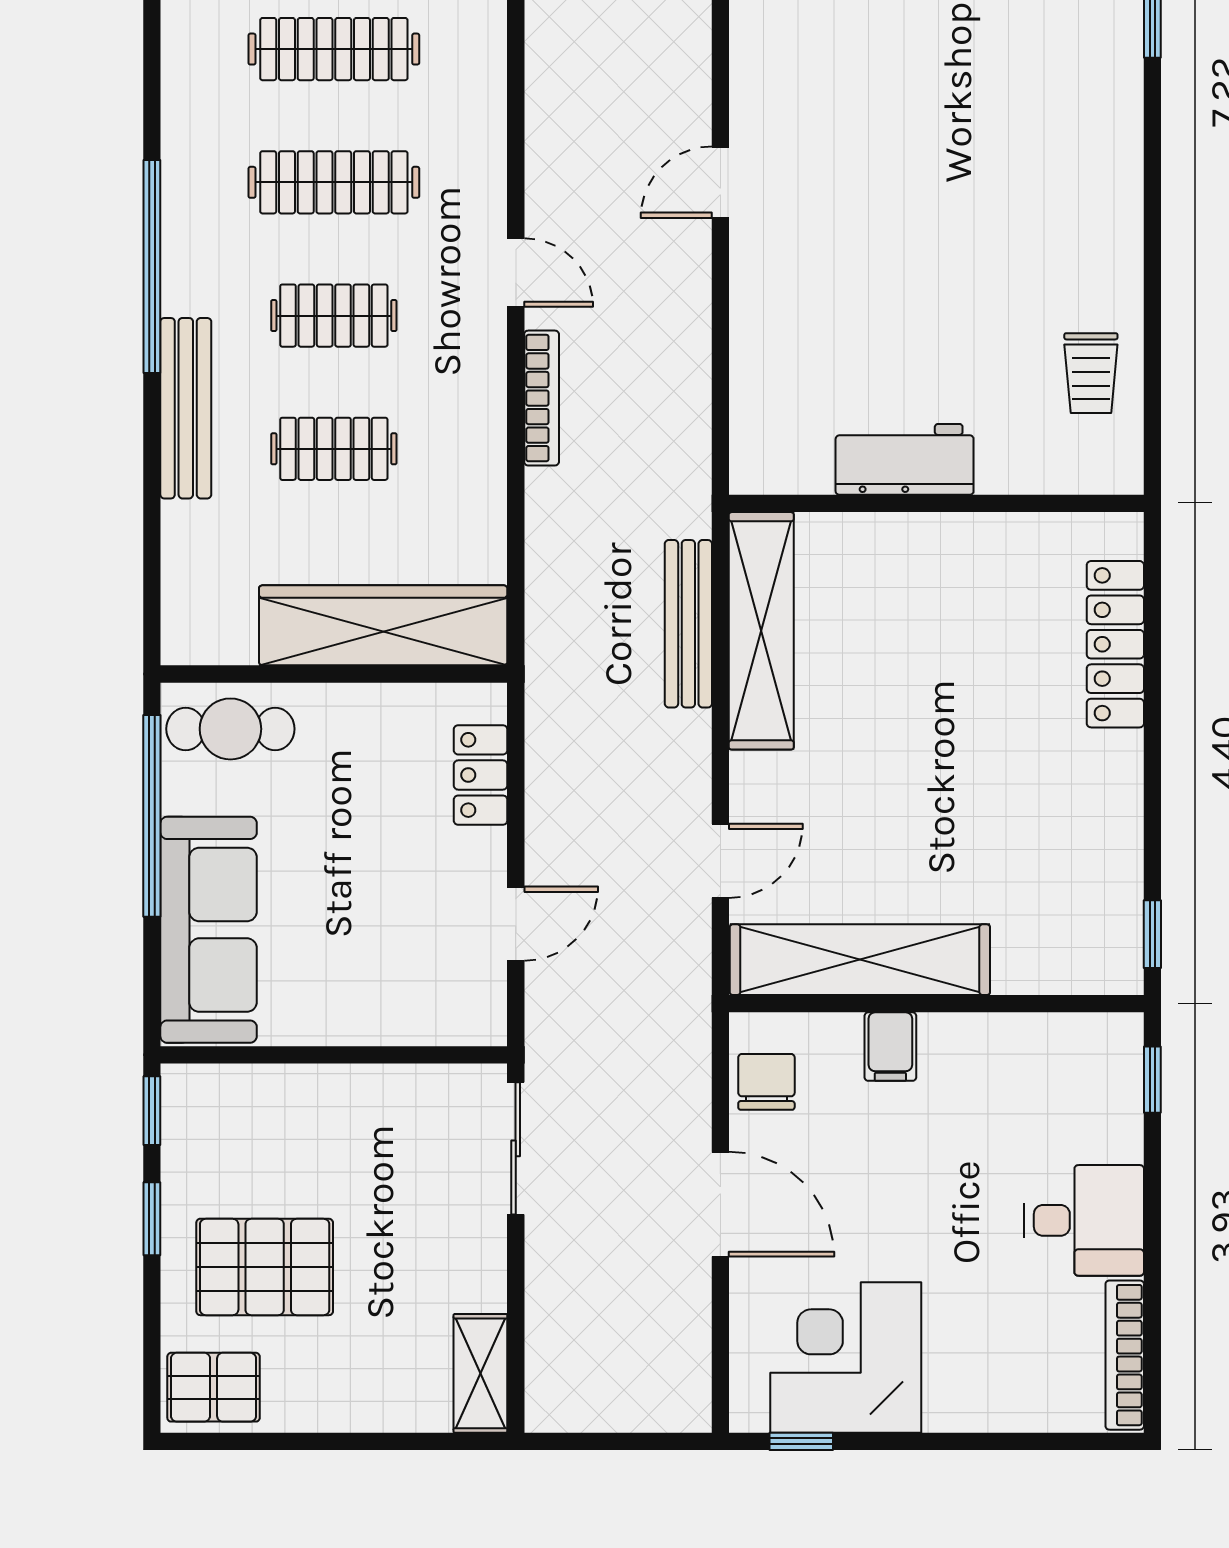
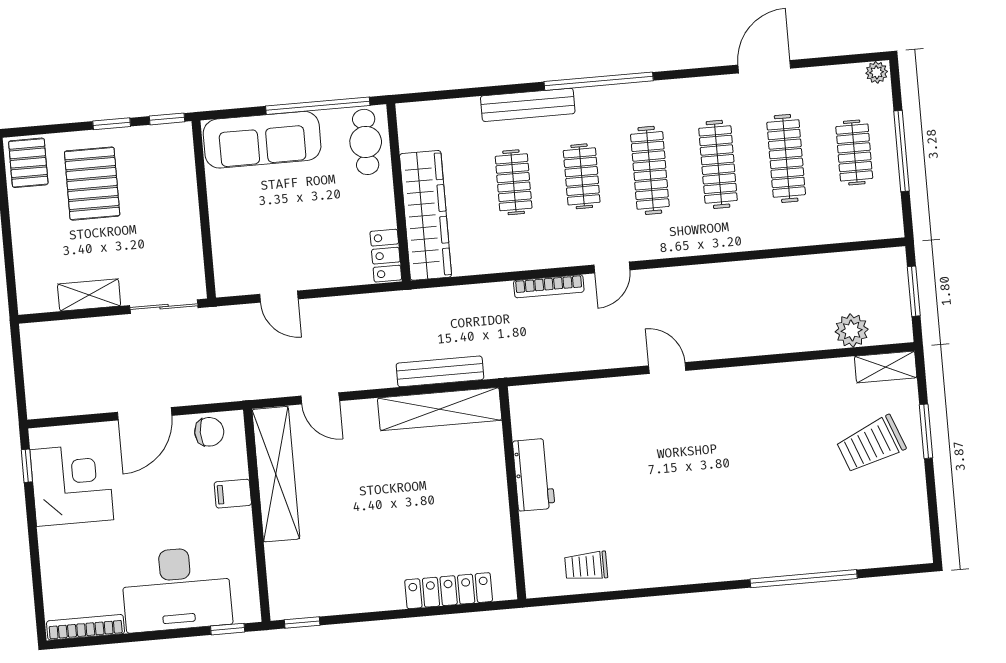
locker: (481, 775) -> (386, 256), moved, turned -90
desk: (1084, 1220) -> (176, 589), width x1.87, depth x1.30
shelving: (480, 1373) -> (89, 295), moved

